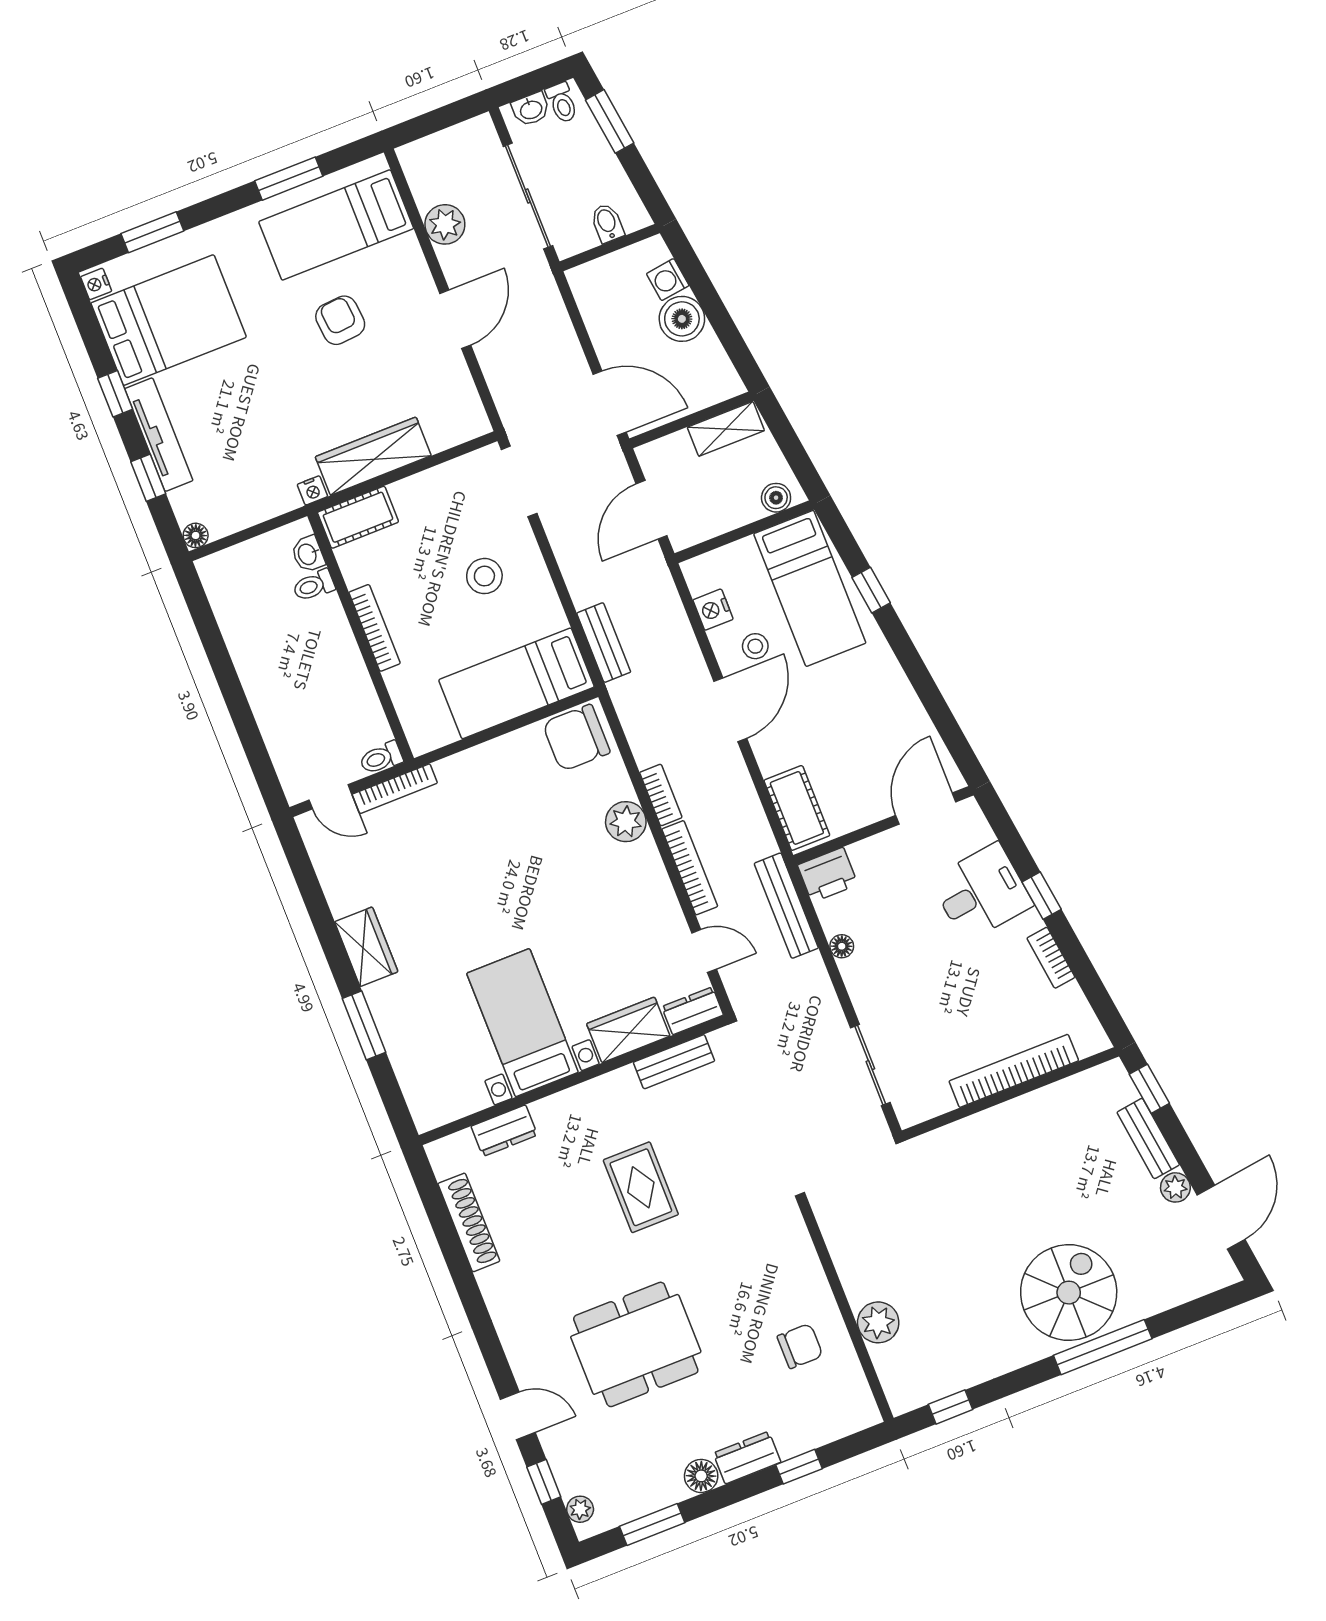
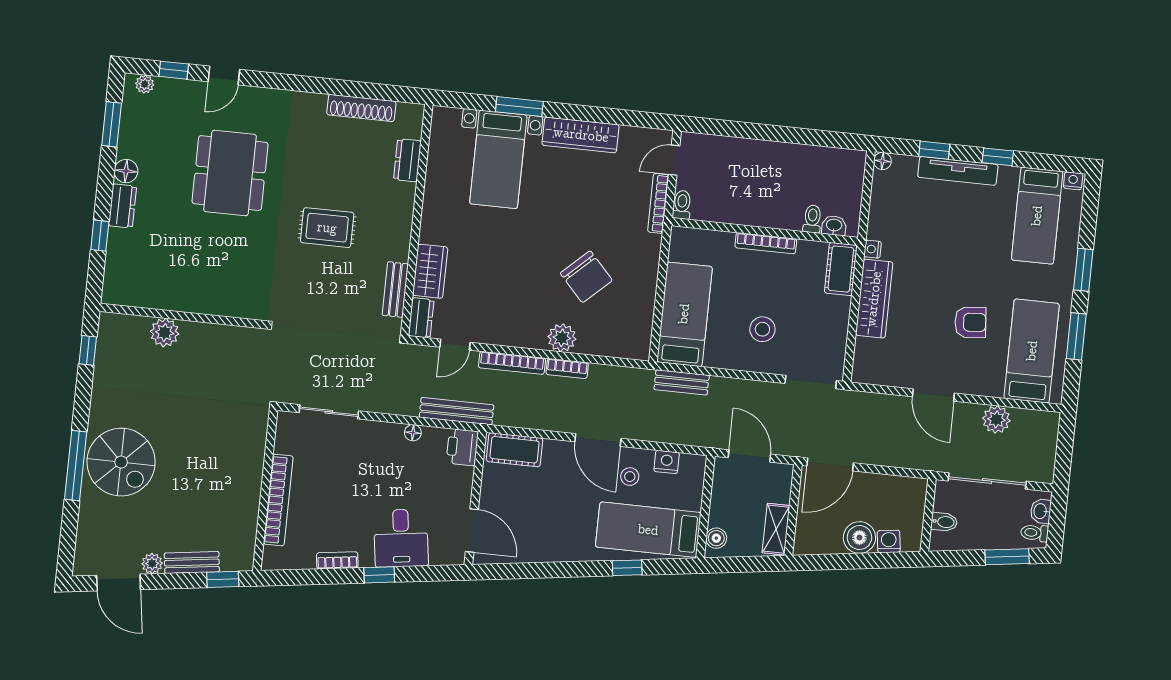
window: (152, 232) -> (1083, 270), moved
bed: (169, 320) -> (1037, 216), width x0.67
chair: (576, 738) -> (586, 277), moved, turned 137
wardrobe: (366, 947) -> (581, 135), width x1.50
bed with nightstands: (522, 1023) -> (498, 159), moved, turned 90
chair: (800, 1346) -> (175, 276), removed

